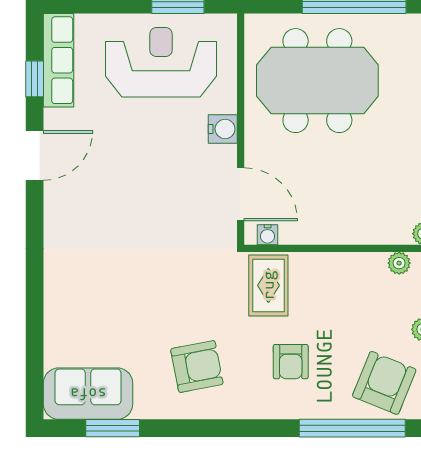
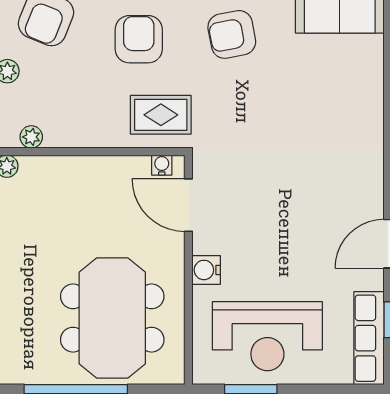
meeting table: (317, 81) -> (112, 318), turned 90
rug: (268, 285) -> (161, 115), turned 90
armchair: (291, 362) -> (139, 39), width x1.38, depth x1.38

